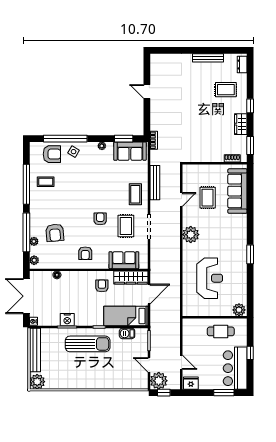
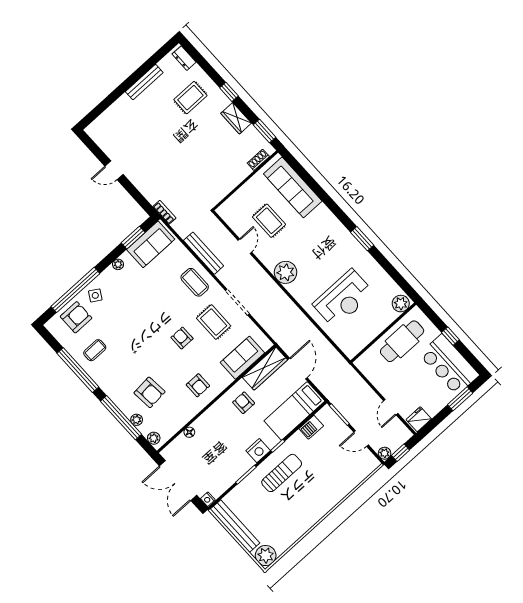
reception desk: (210, 278) -> (343, 299), turned 90
nightstand: (67, 320) -> (258, 451), moved
cafe table: (221, 331) -> (402, 341), width x1.37, depth x1.35
sun lounger: (88, 344) -> (282, 473), width x0.73, depth x0.75
door: (181, 362) -> (391, 407), swing flipped
plant: (159, 381) -> (385, 453), width x0.53, depth x0.53

